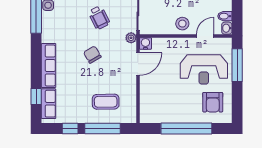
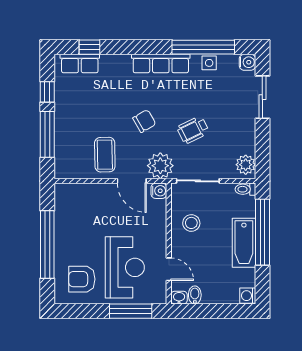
stool: (182, 24) -> (191, 223), moved
plant: (131, 38) -> (160, 166), width x1.87, depth x1.87
row of seats: (49, 66) -> (161, 64), moved
reception desk: (204, 69) -> (125, 267), turned 180
coffee table: (106, 102) -> (105, 155), moved

